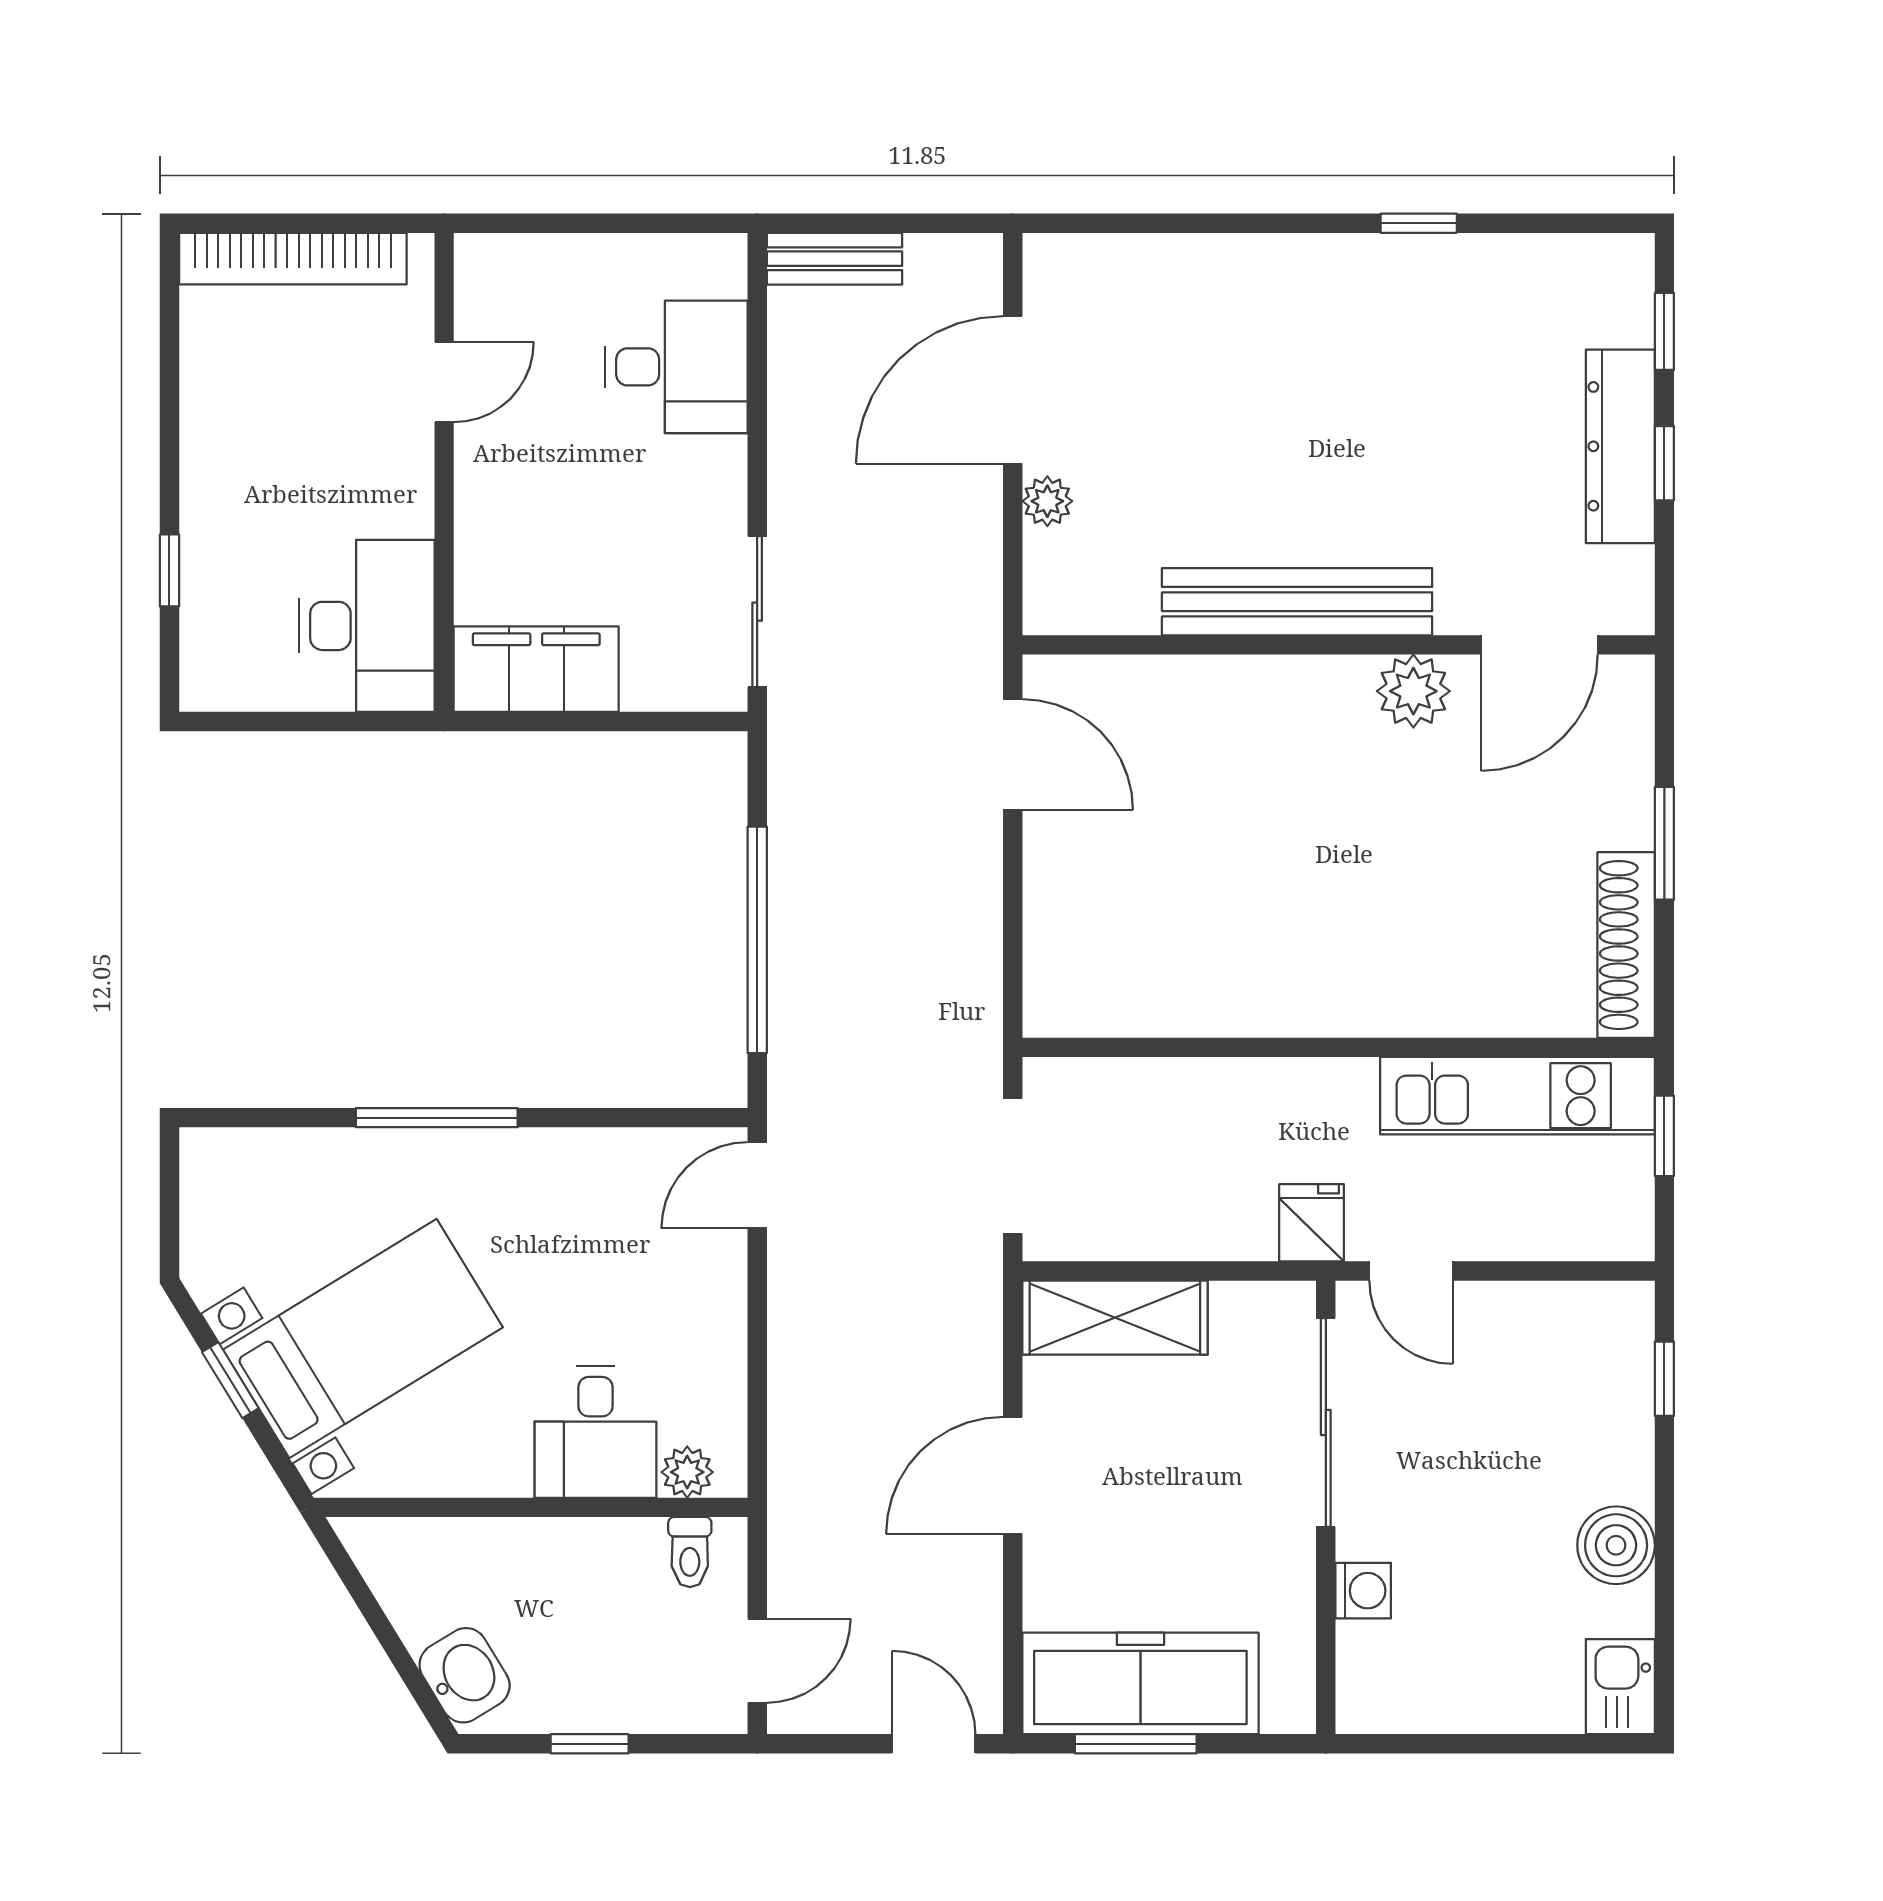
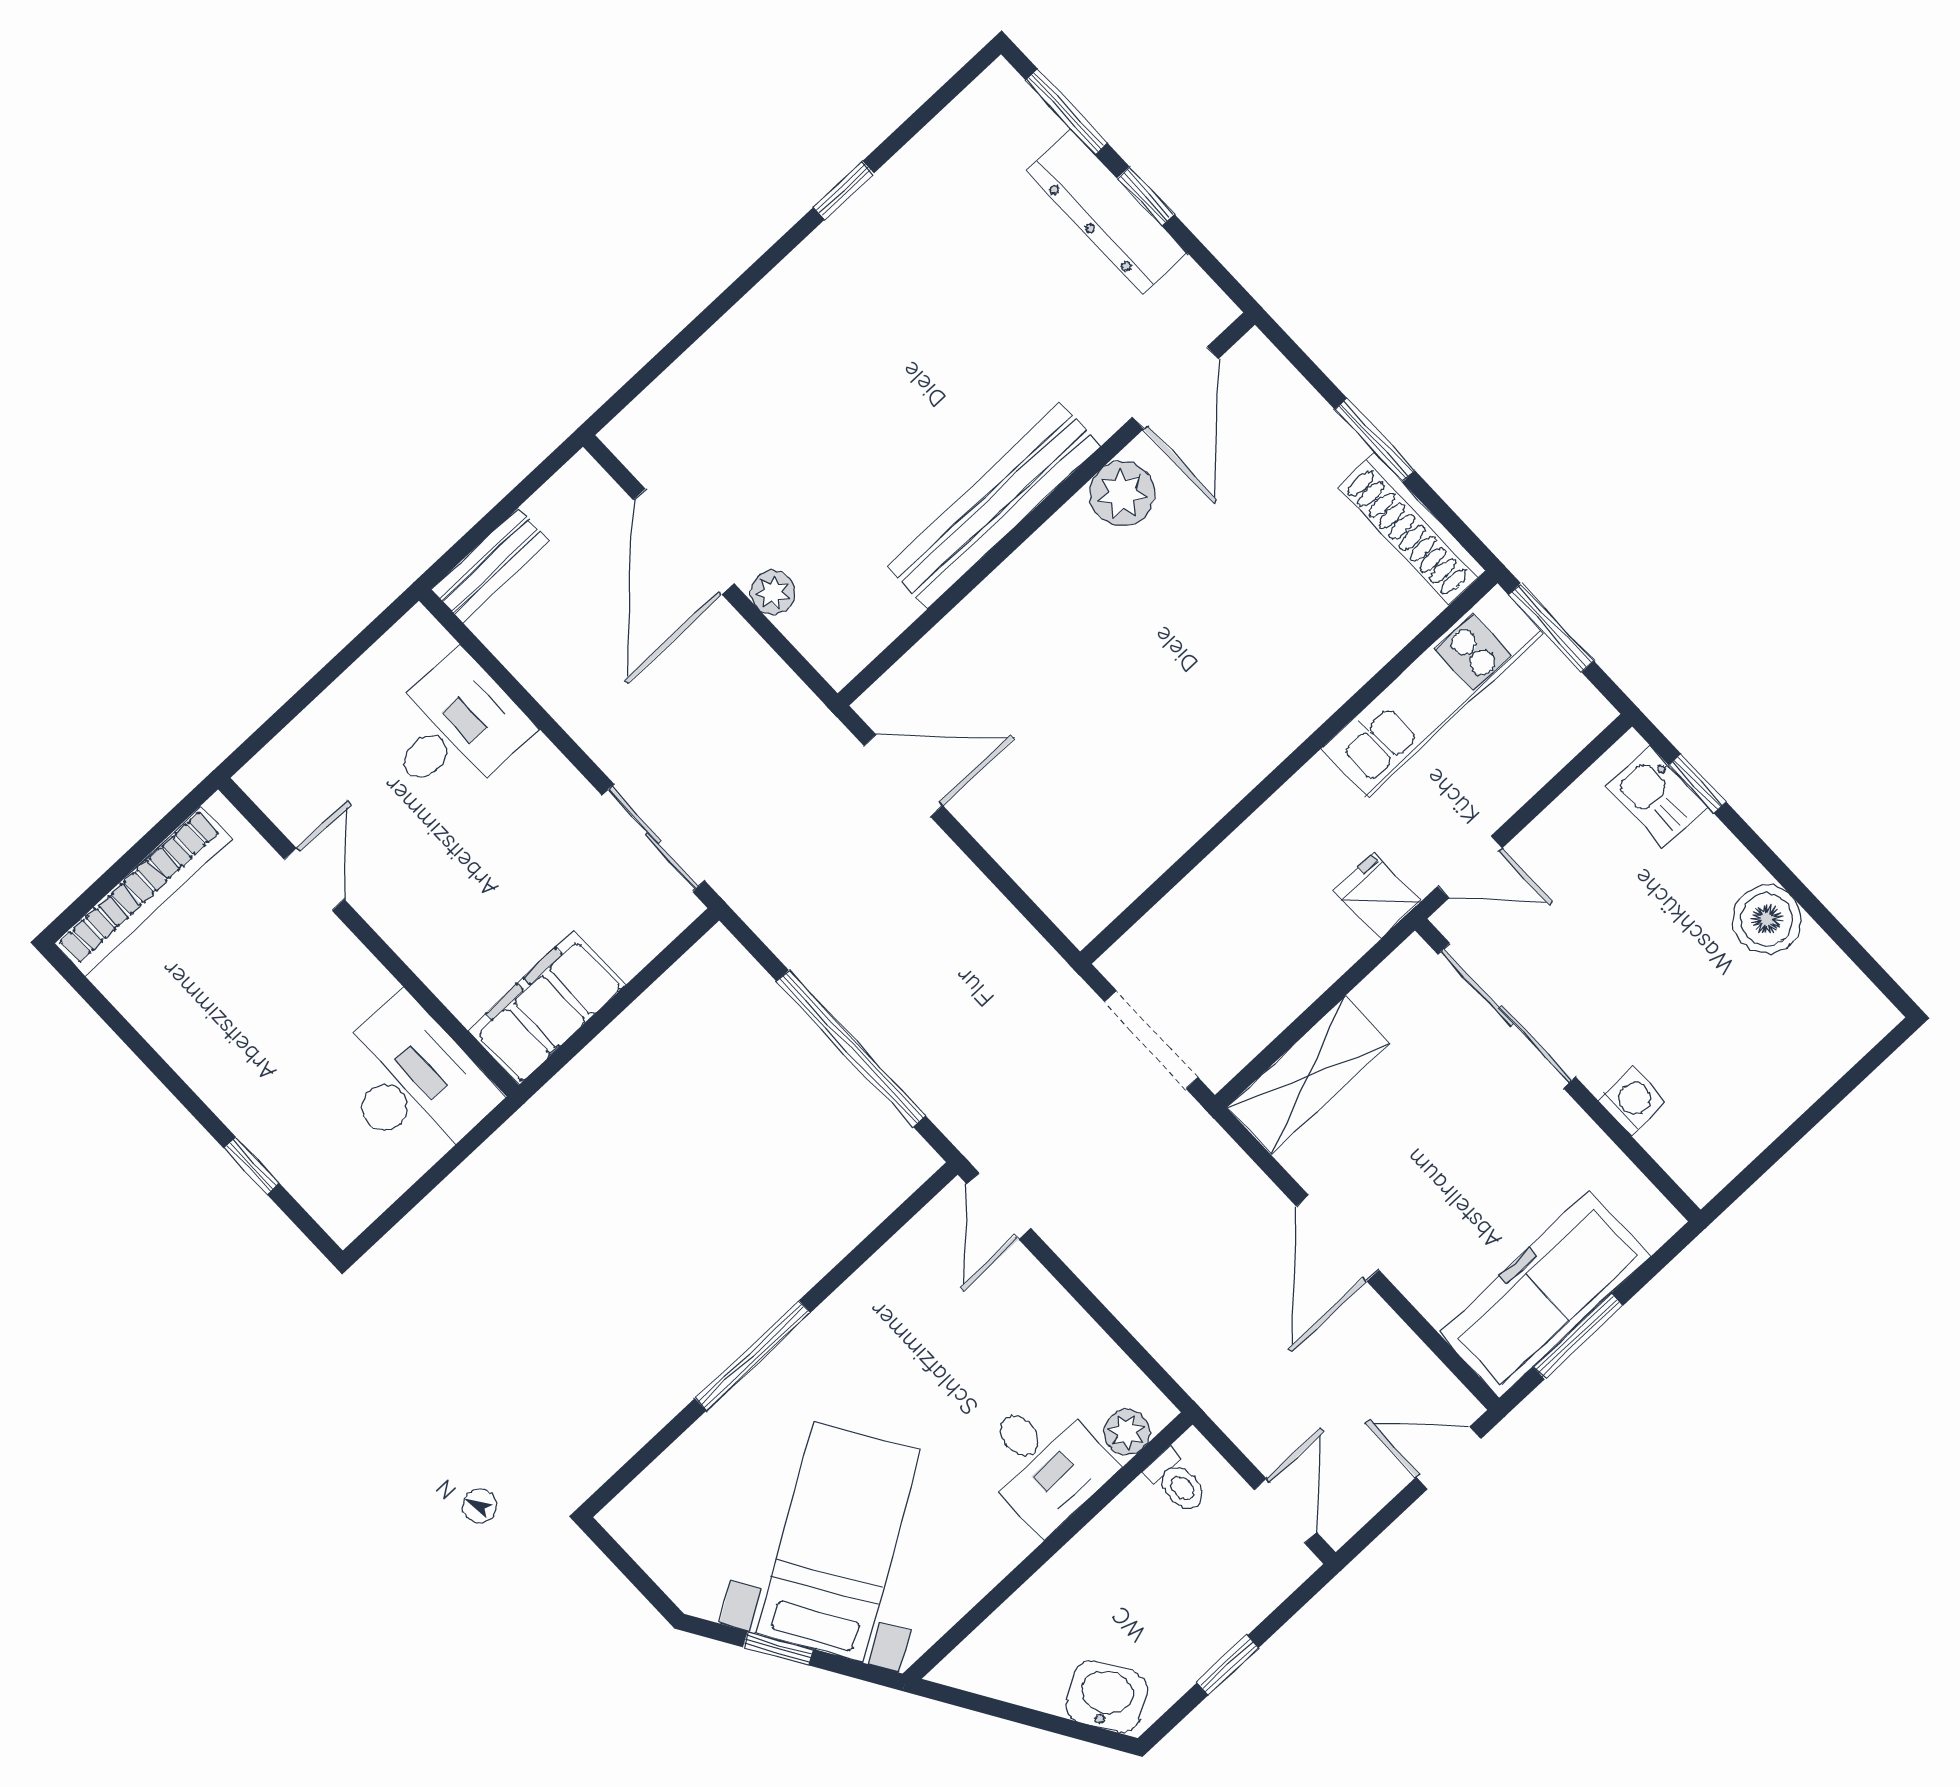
window: (1664, 331) -> (1066, 112), width x1.50
window: (1664, 1136) -> (1551, 628), width x1.50
kitchen sink: (1620, 1687) -> (1657, 797), moved

